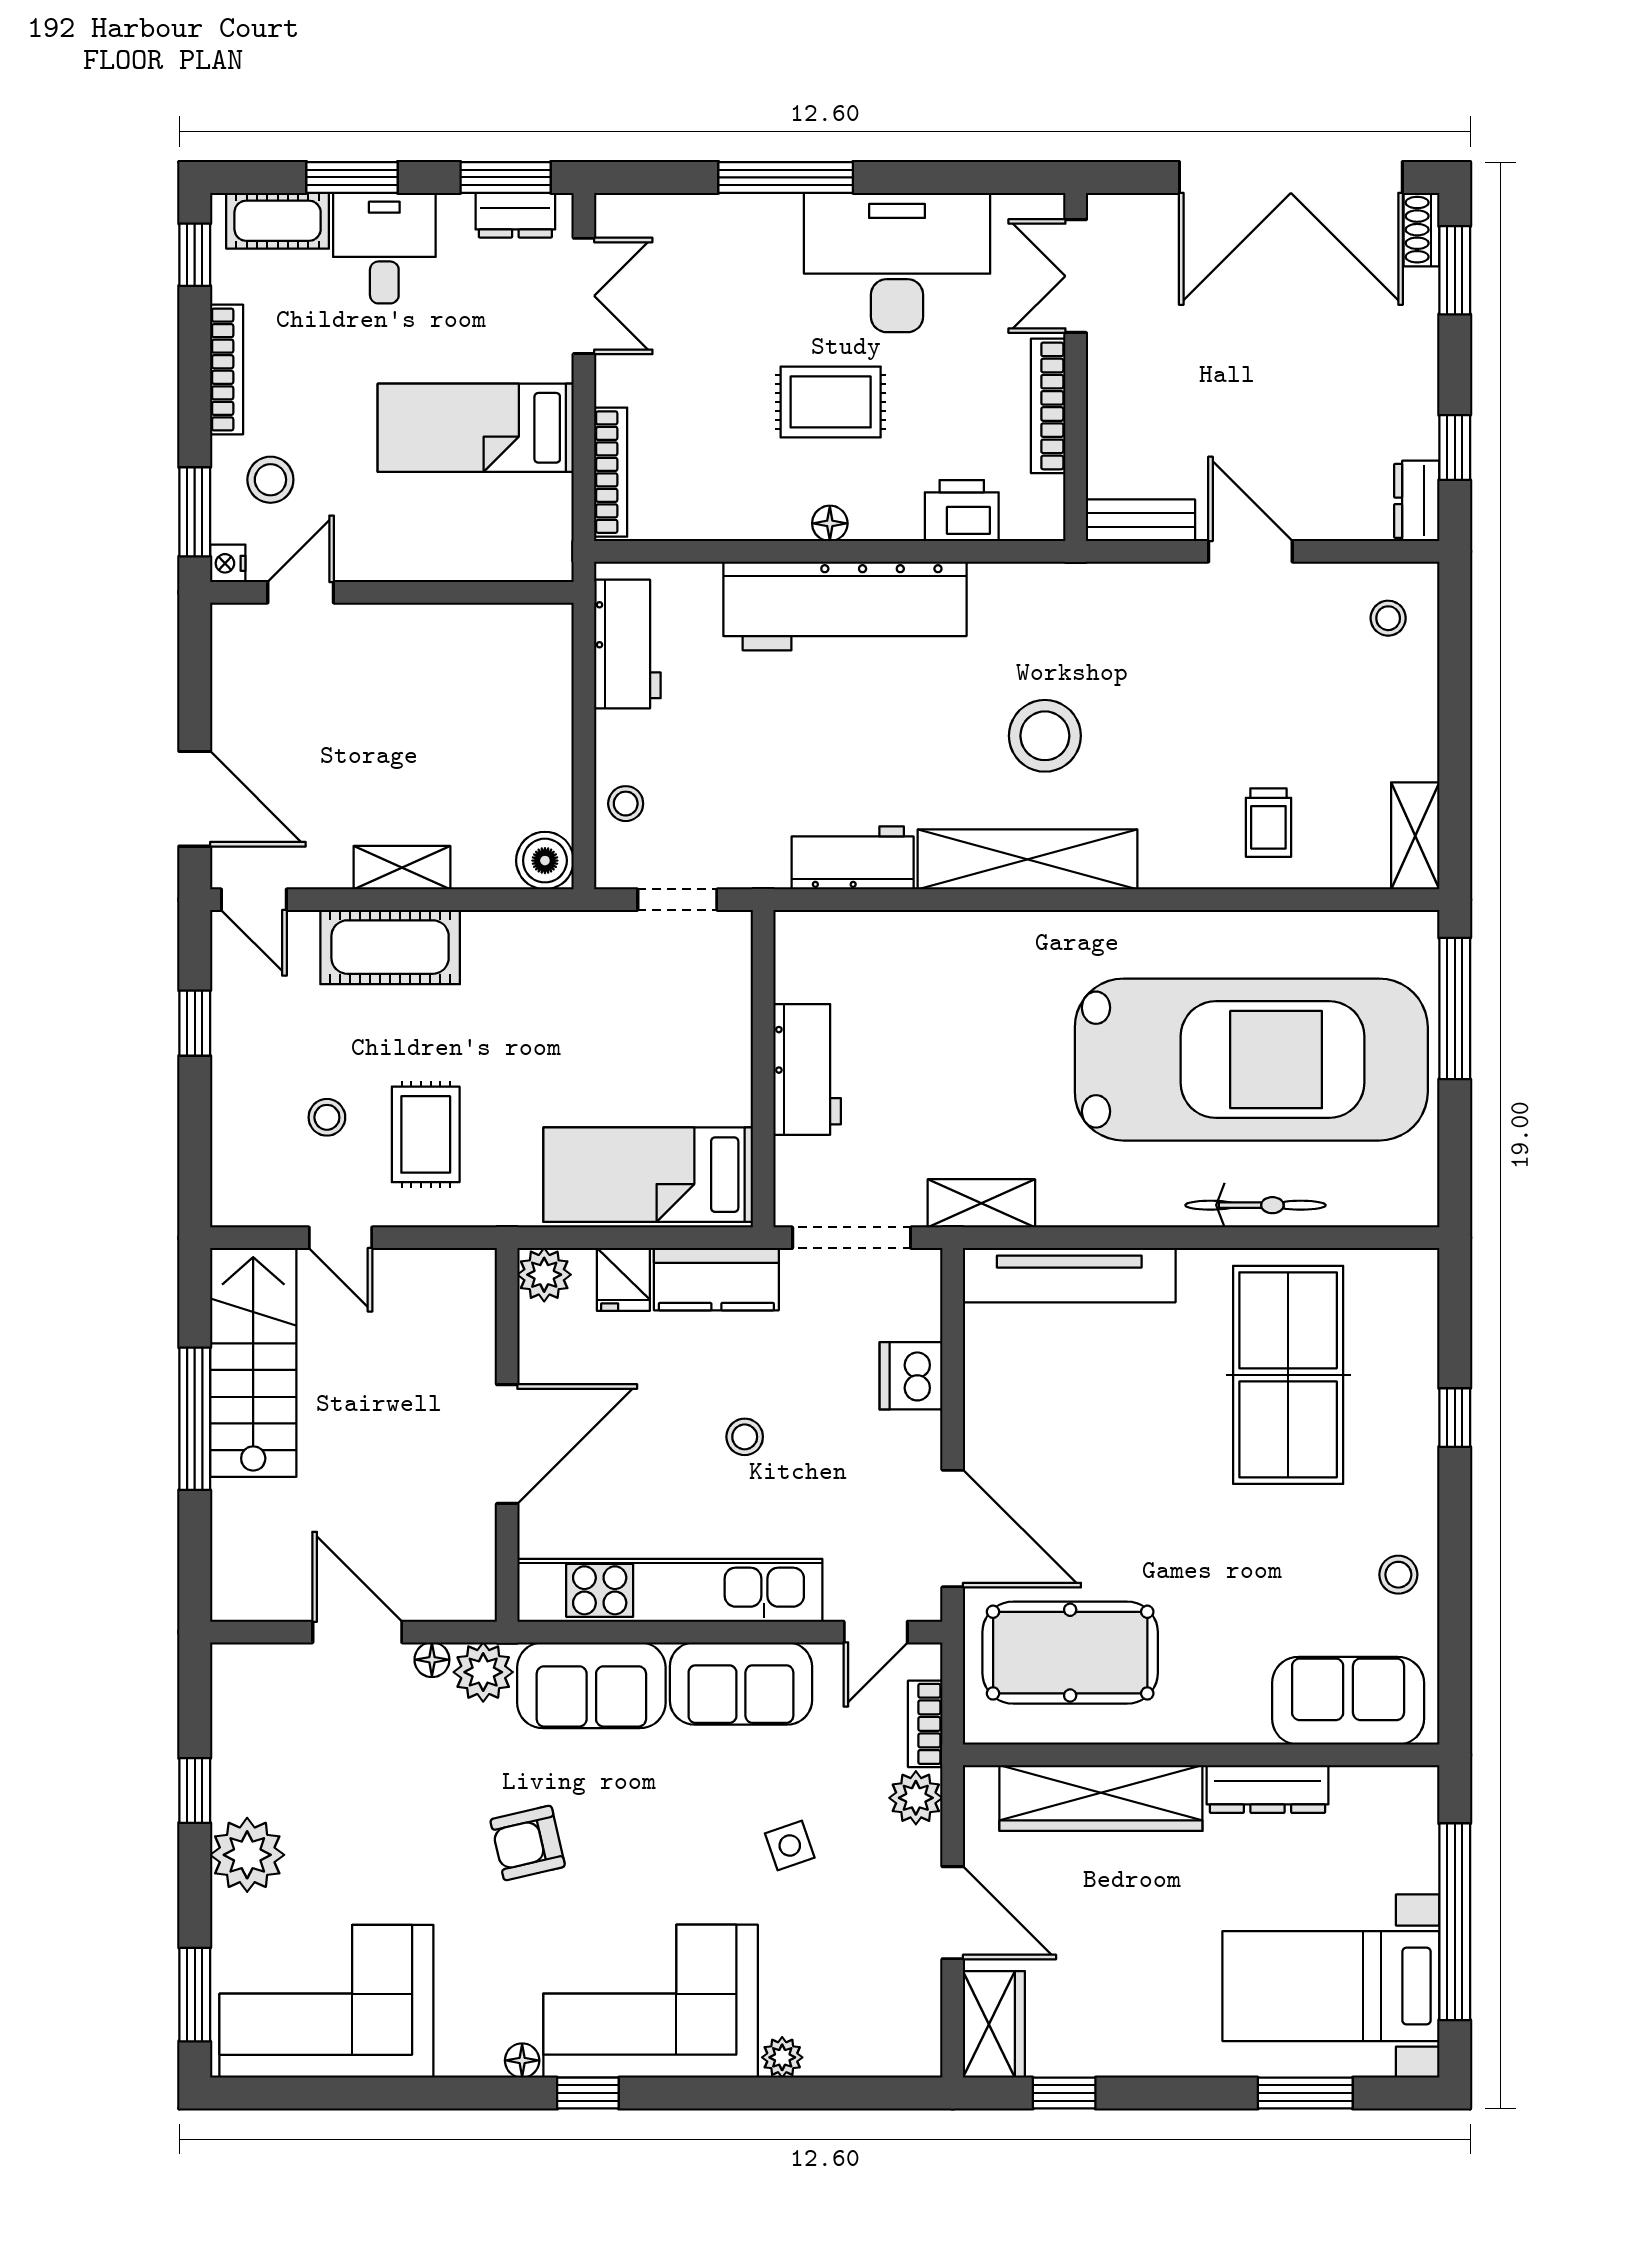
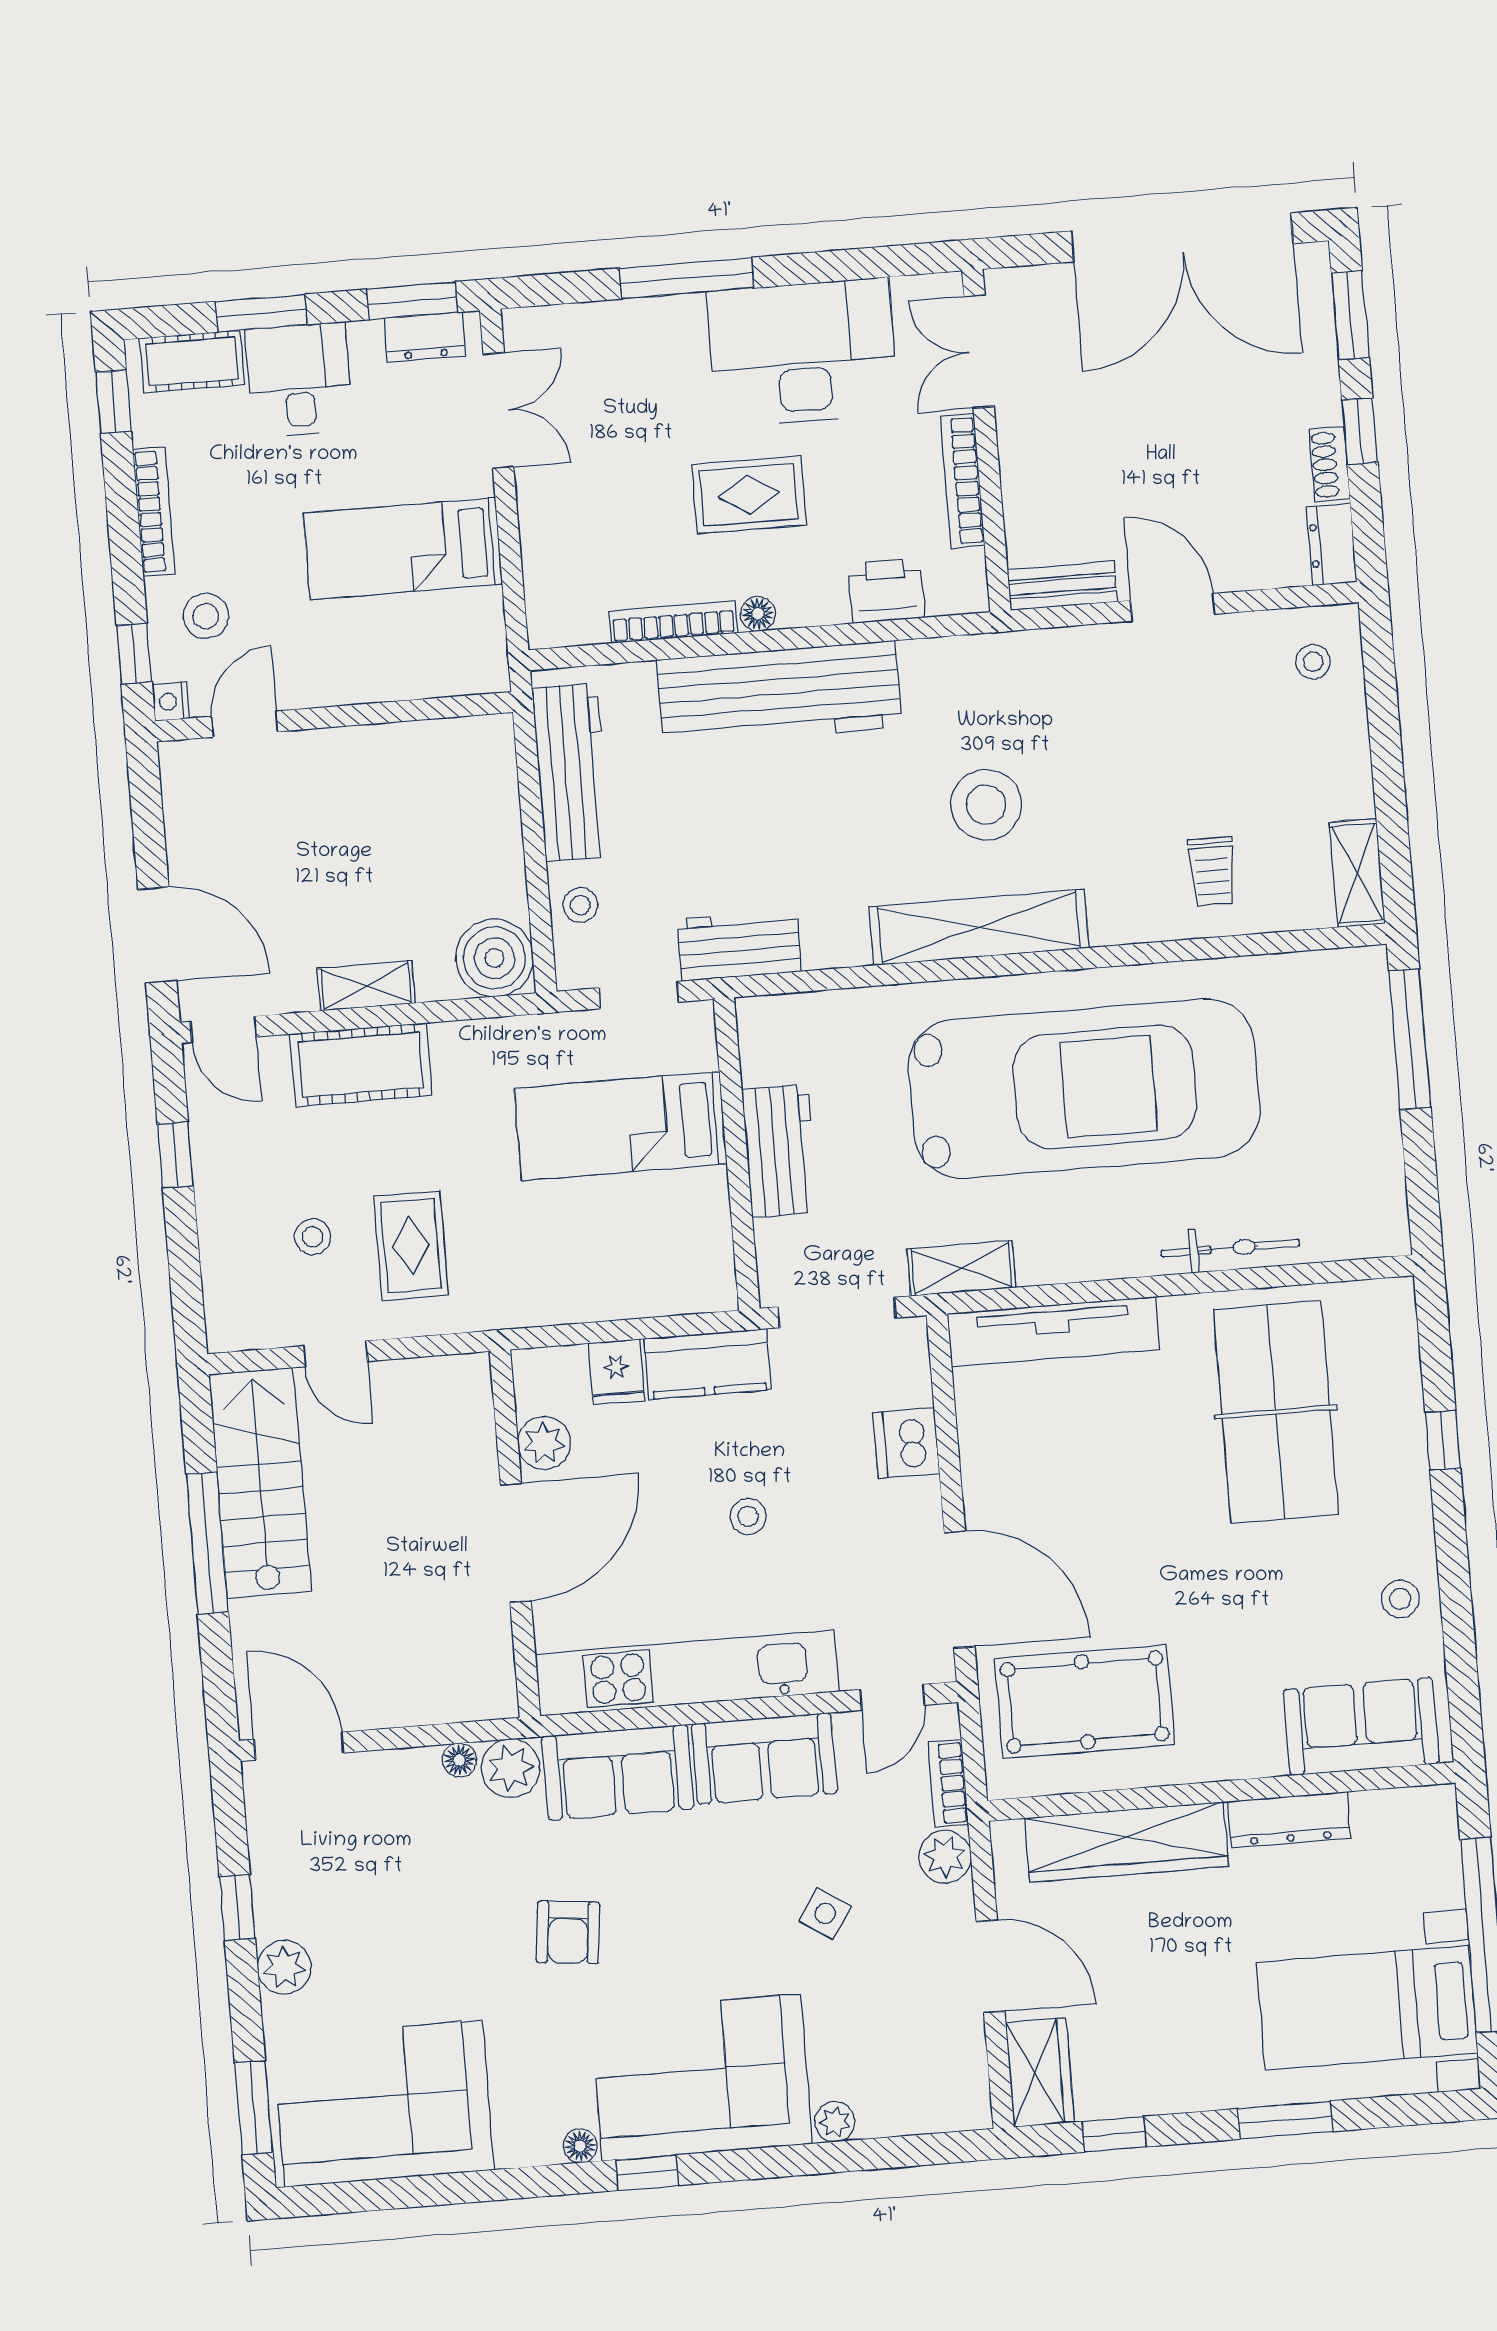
shoe rack: (1421, 230) -> (1330, 464), moved
window: (1455, 448) -> (1360, 431), moved
bookcase: (611, 472) -> (673, 622), moved, turned -90
window: (195, 512) -> (134, 654), width x0.67
workbench: (627, 644) -> (571, 772), width x1.38
workbench: (853, 858) -> (739, 946), moved
boiler: (545, 861) -> (495, 958), width x1.37, depth x1.37
car: (1251, 1060) -> (1084, 1089), moved
bed: (648, 1175) -> (621, 1126), moved
plant: (544, 1275) -> (544, 1443), moved
door: (357, 1632) -> (299, 1746), moved
armchair: (528, 1843) -> (568, 1932), turned -71
side table: (790, 1845) -> (825, 1914), turned -38
plant: (247, 1855) -> (284, 1967), width x0.73, depth x0.73
window: (1305, 2093) -> (1285, 2120), moved

